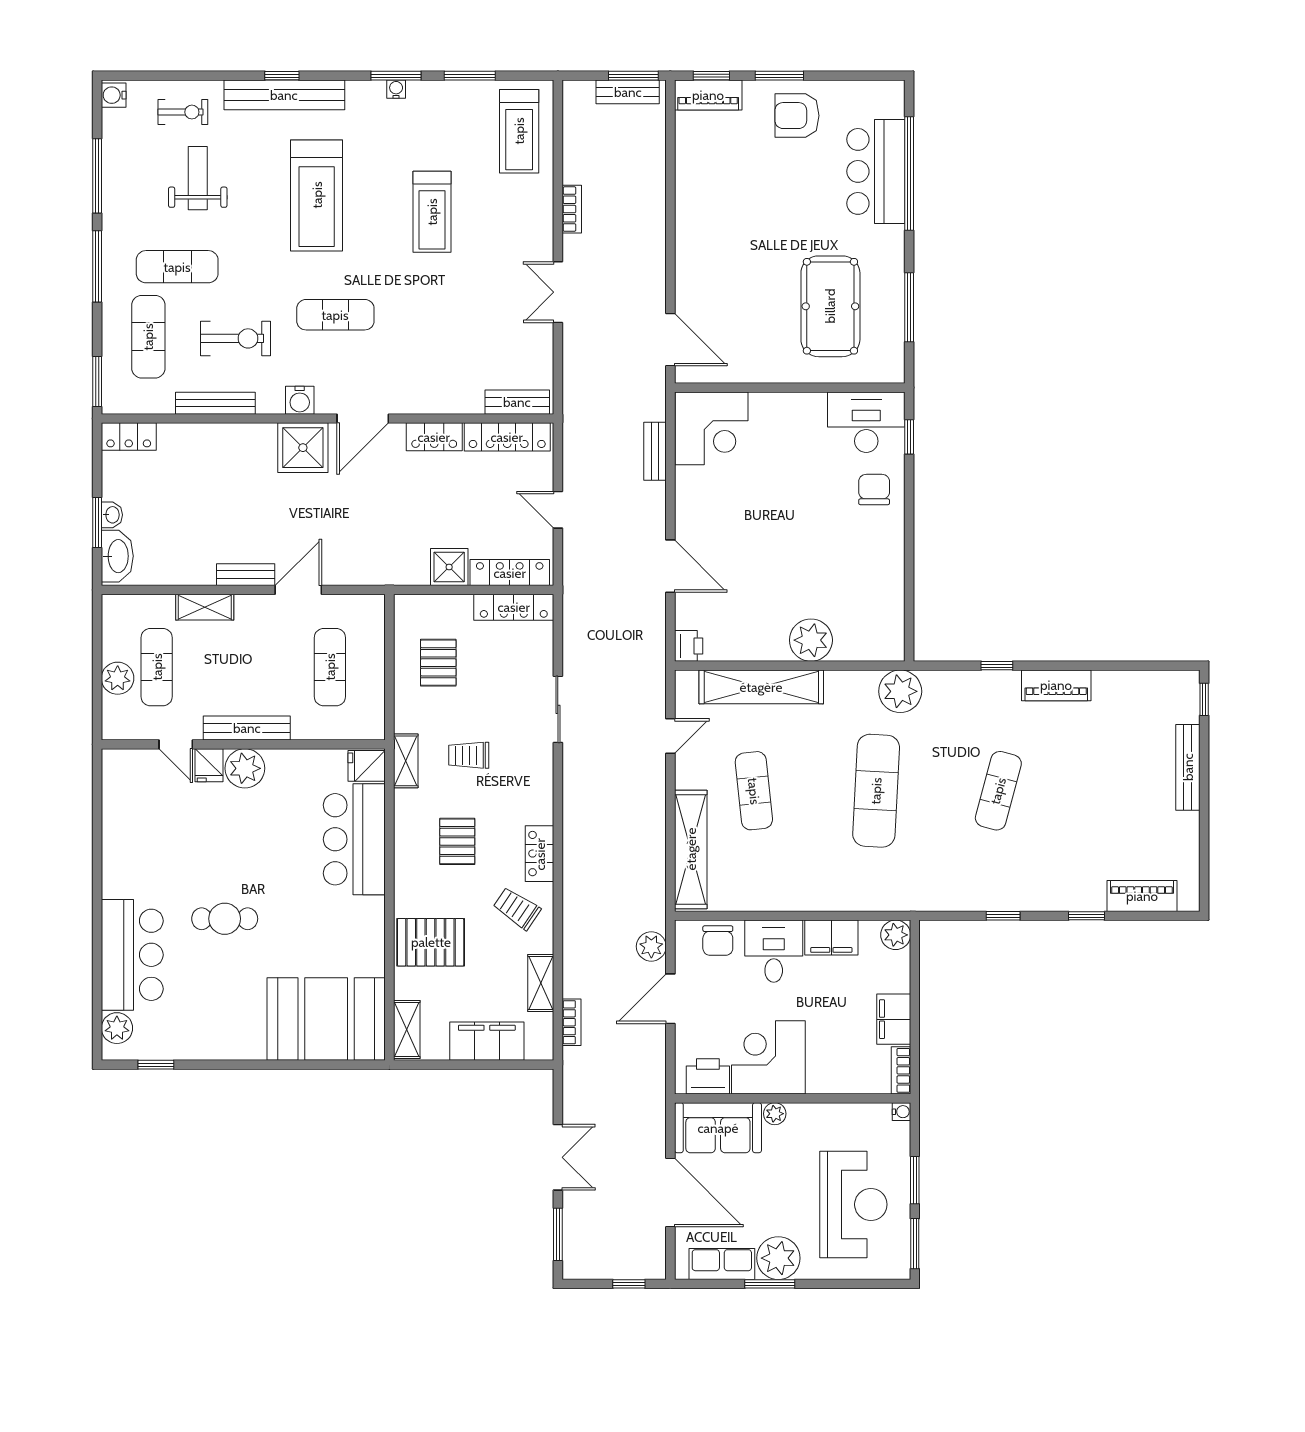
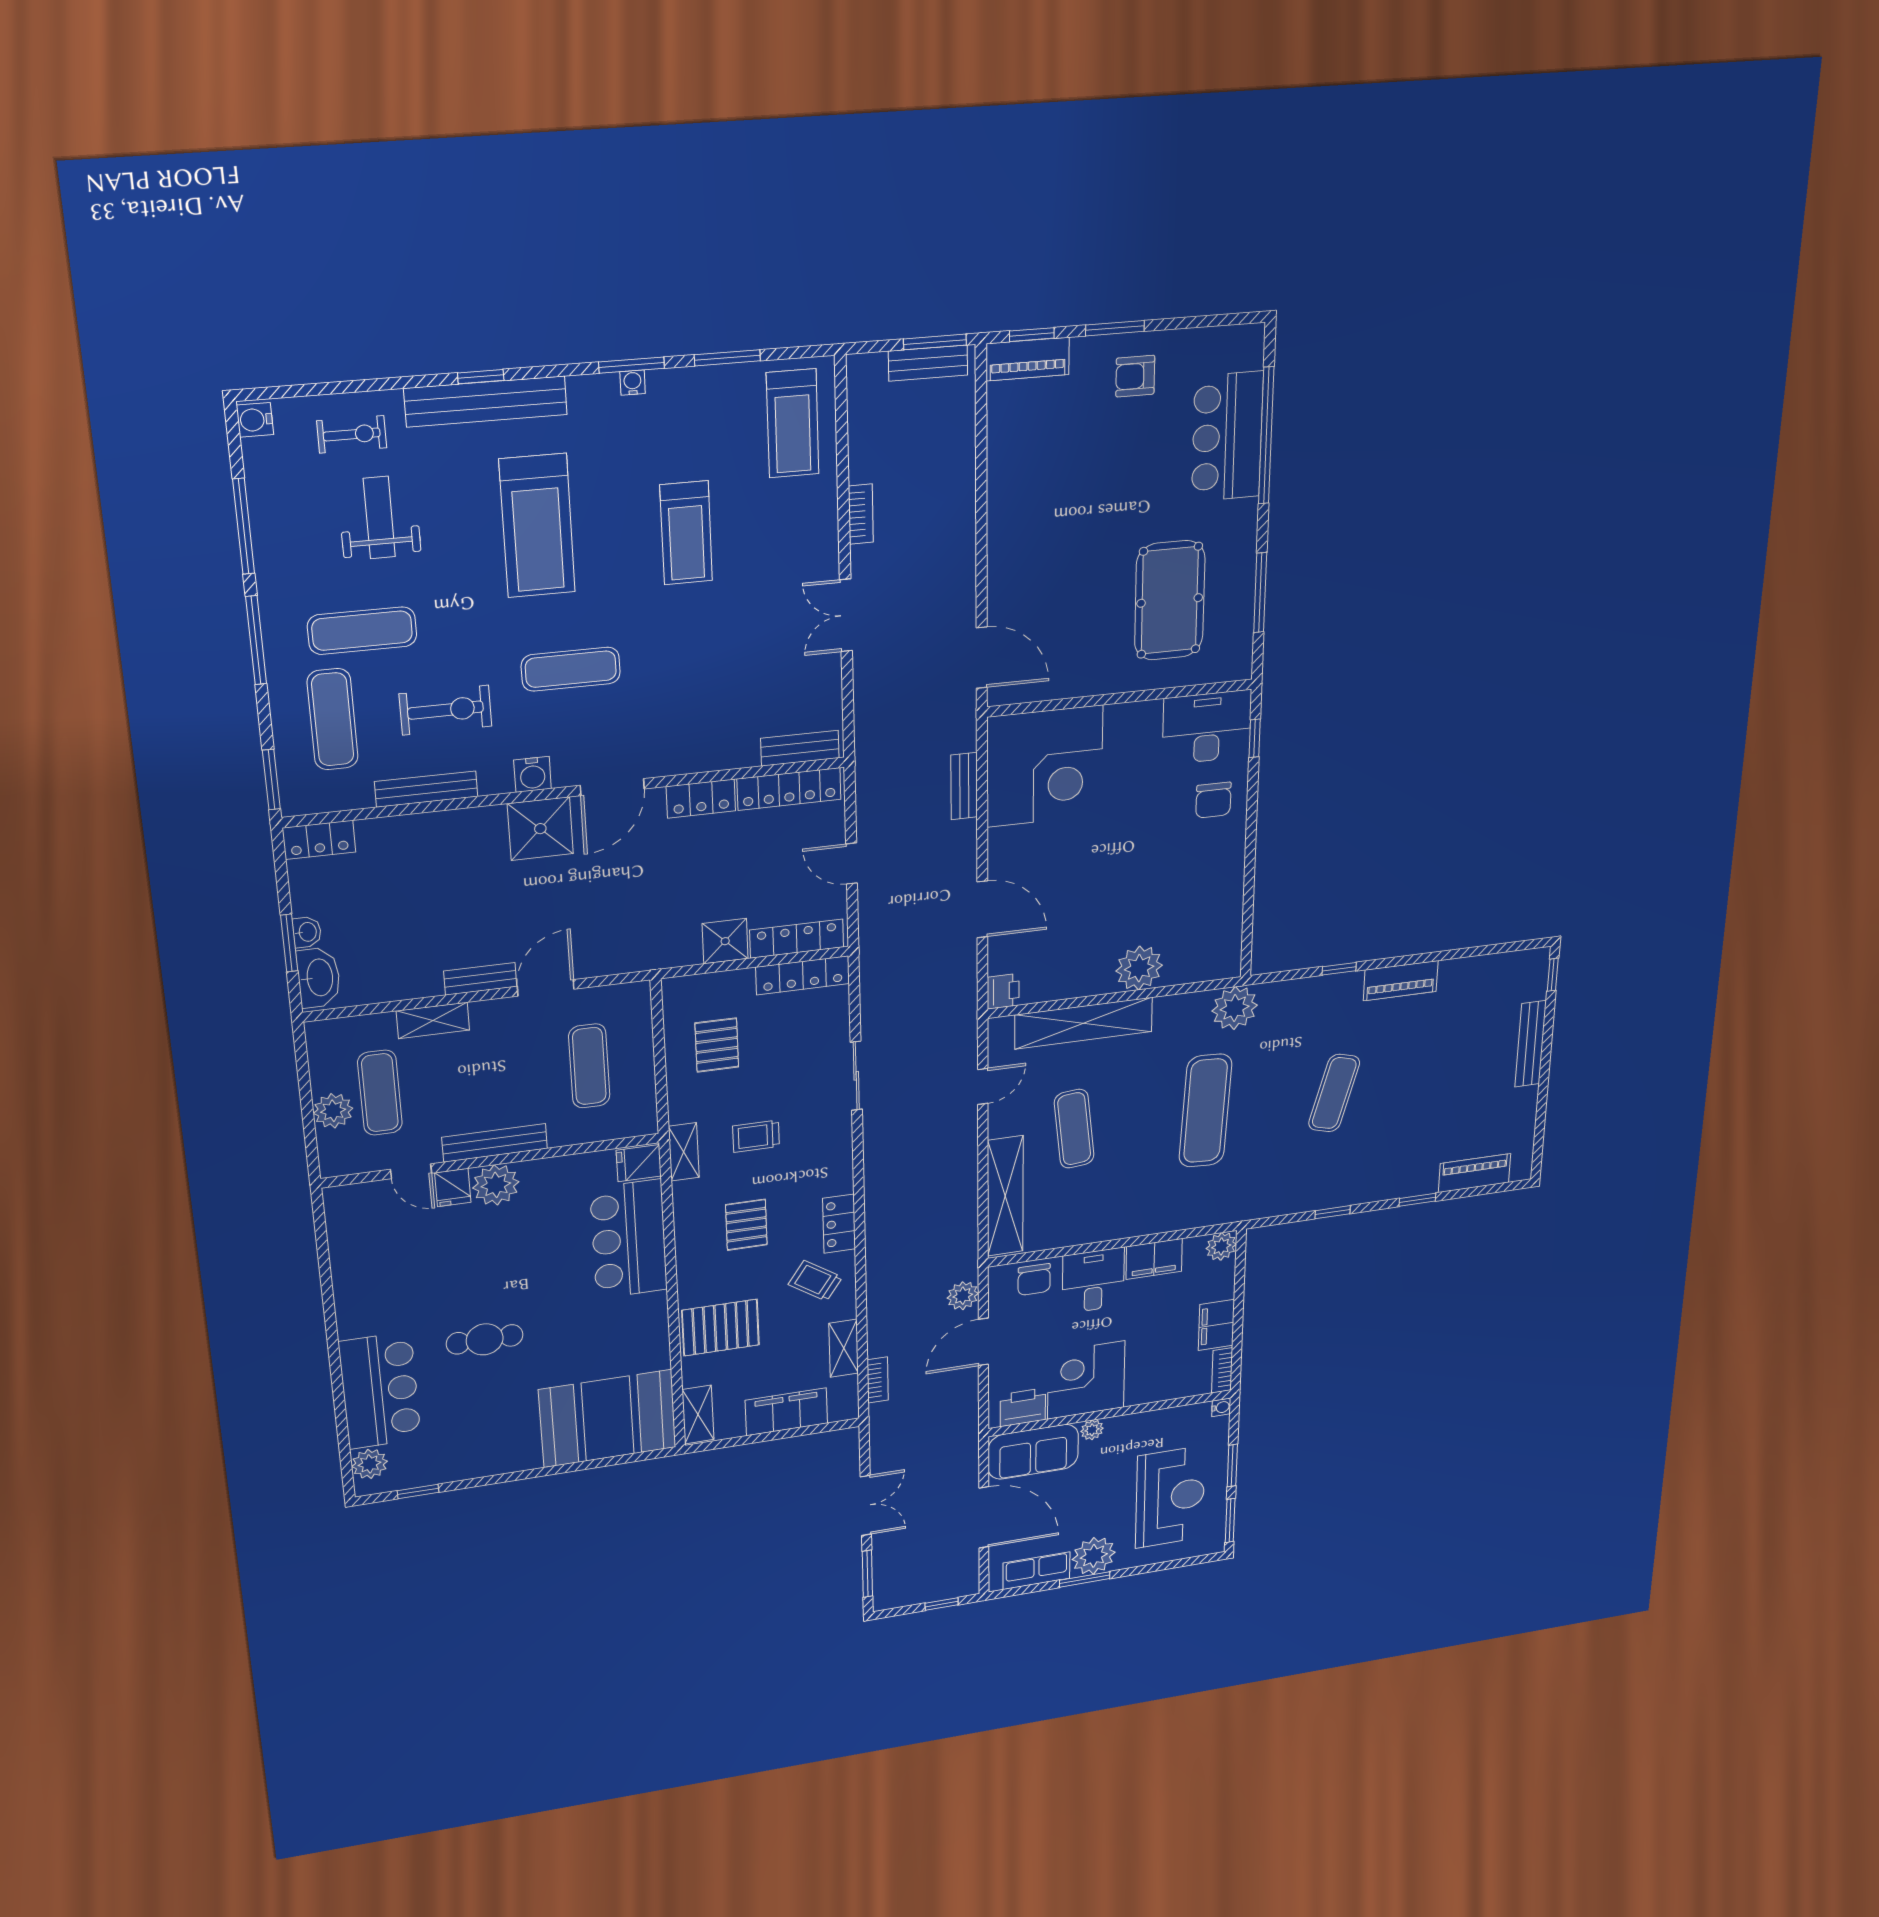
armchair: (797, 116) -> (1135, 376), width x0.72, depth x0.72
corner desk: (711, 428) -> (1045, 766), width x1.36, depth x1.36
chair: (874, 490) -> (1213, 800), turned 180

